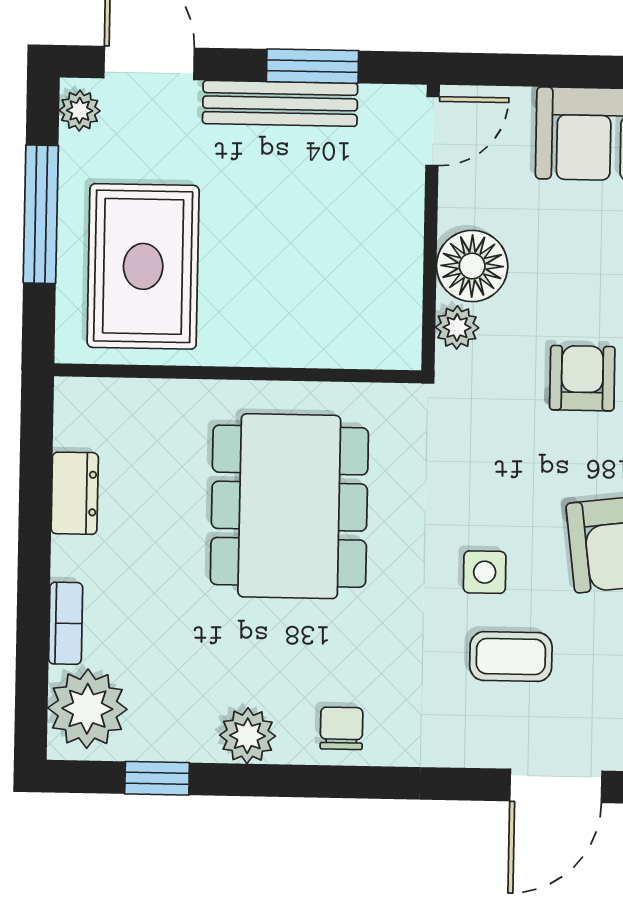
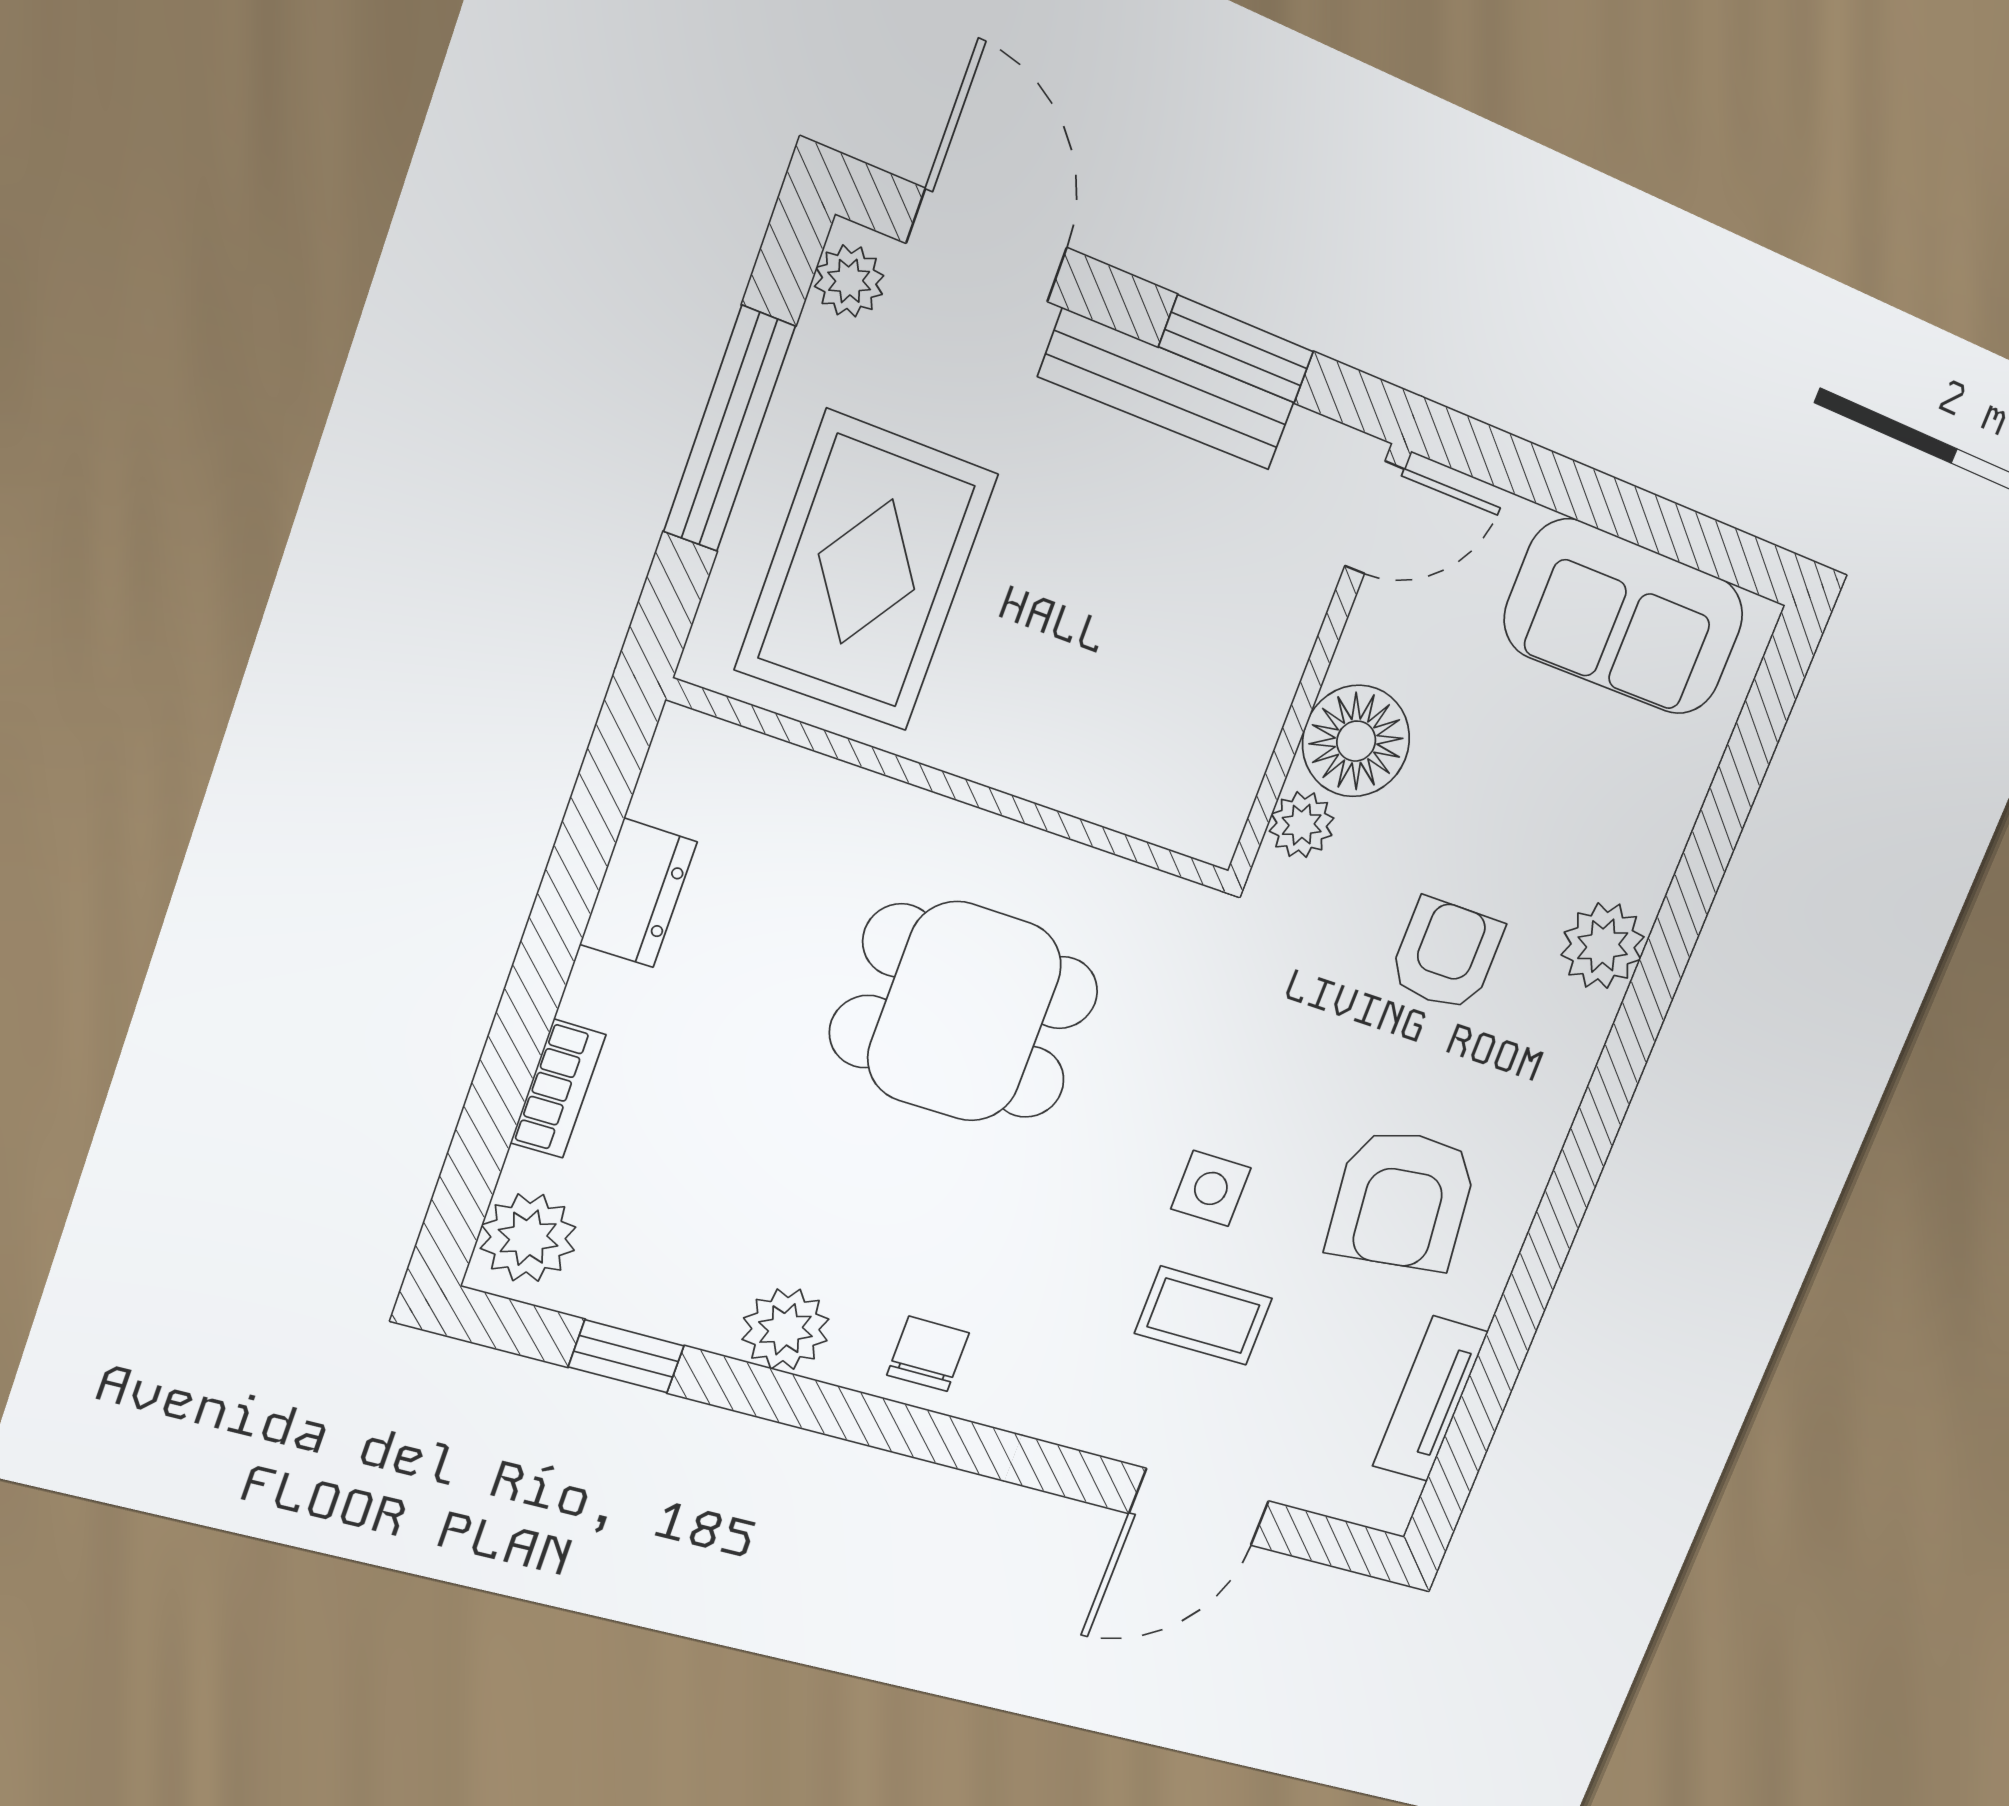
dining table: (289, 506) -> (965, 1012), width x0.73
plant: (87, 709) -> (528, 1238), width x0.73, depth x0.73

